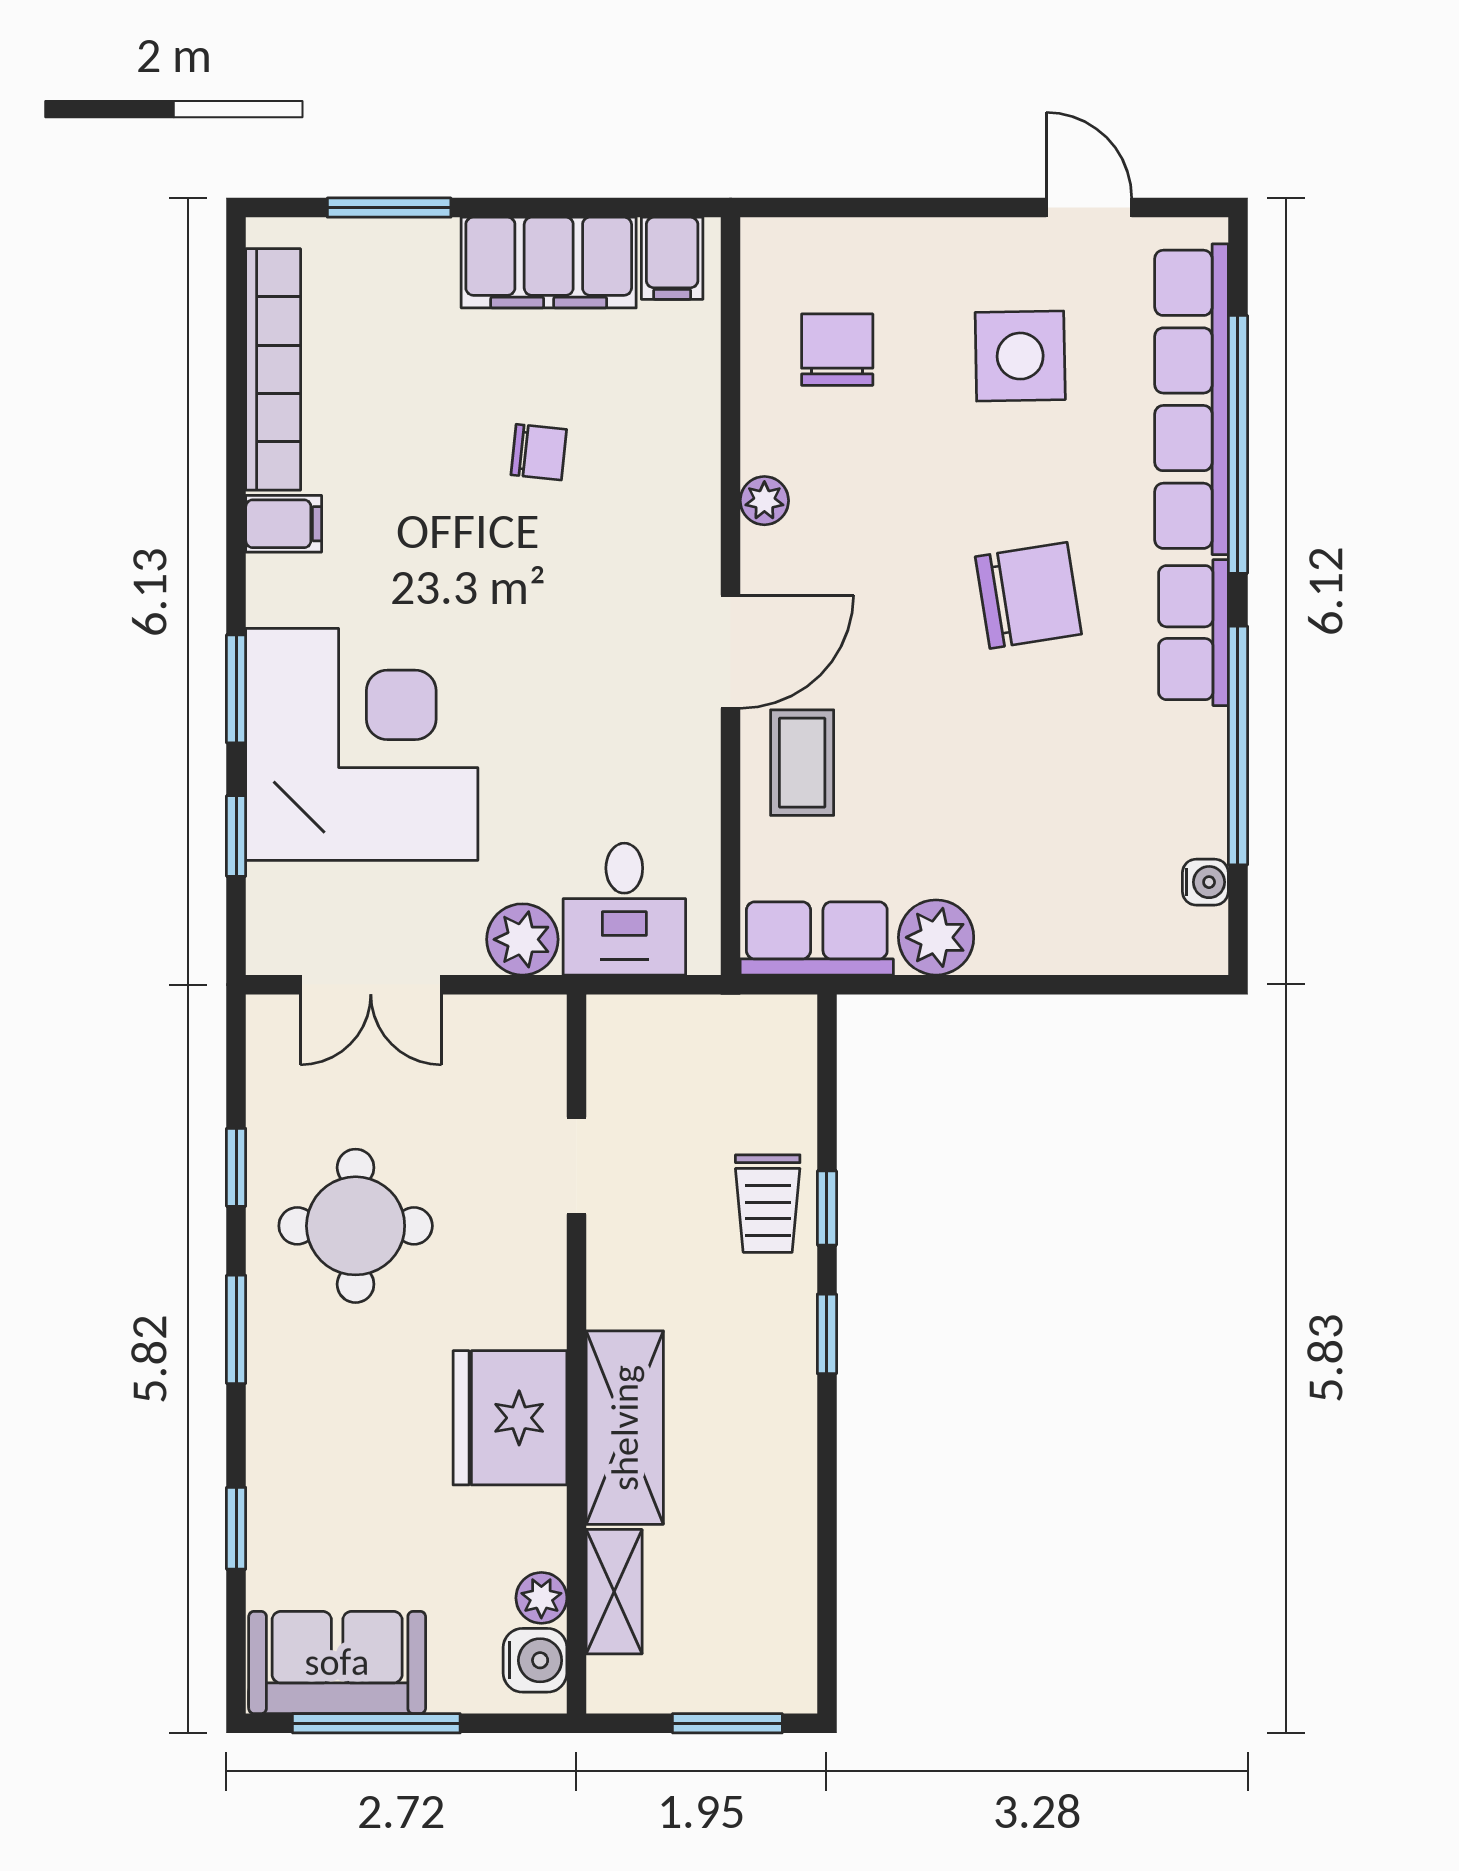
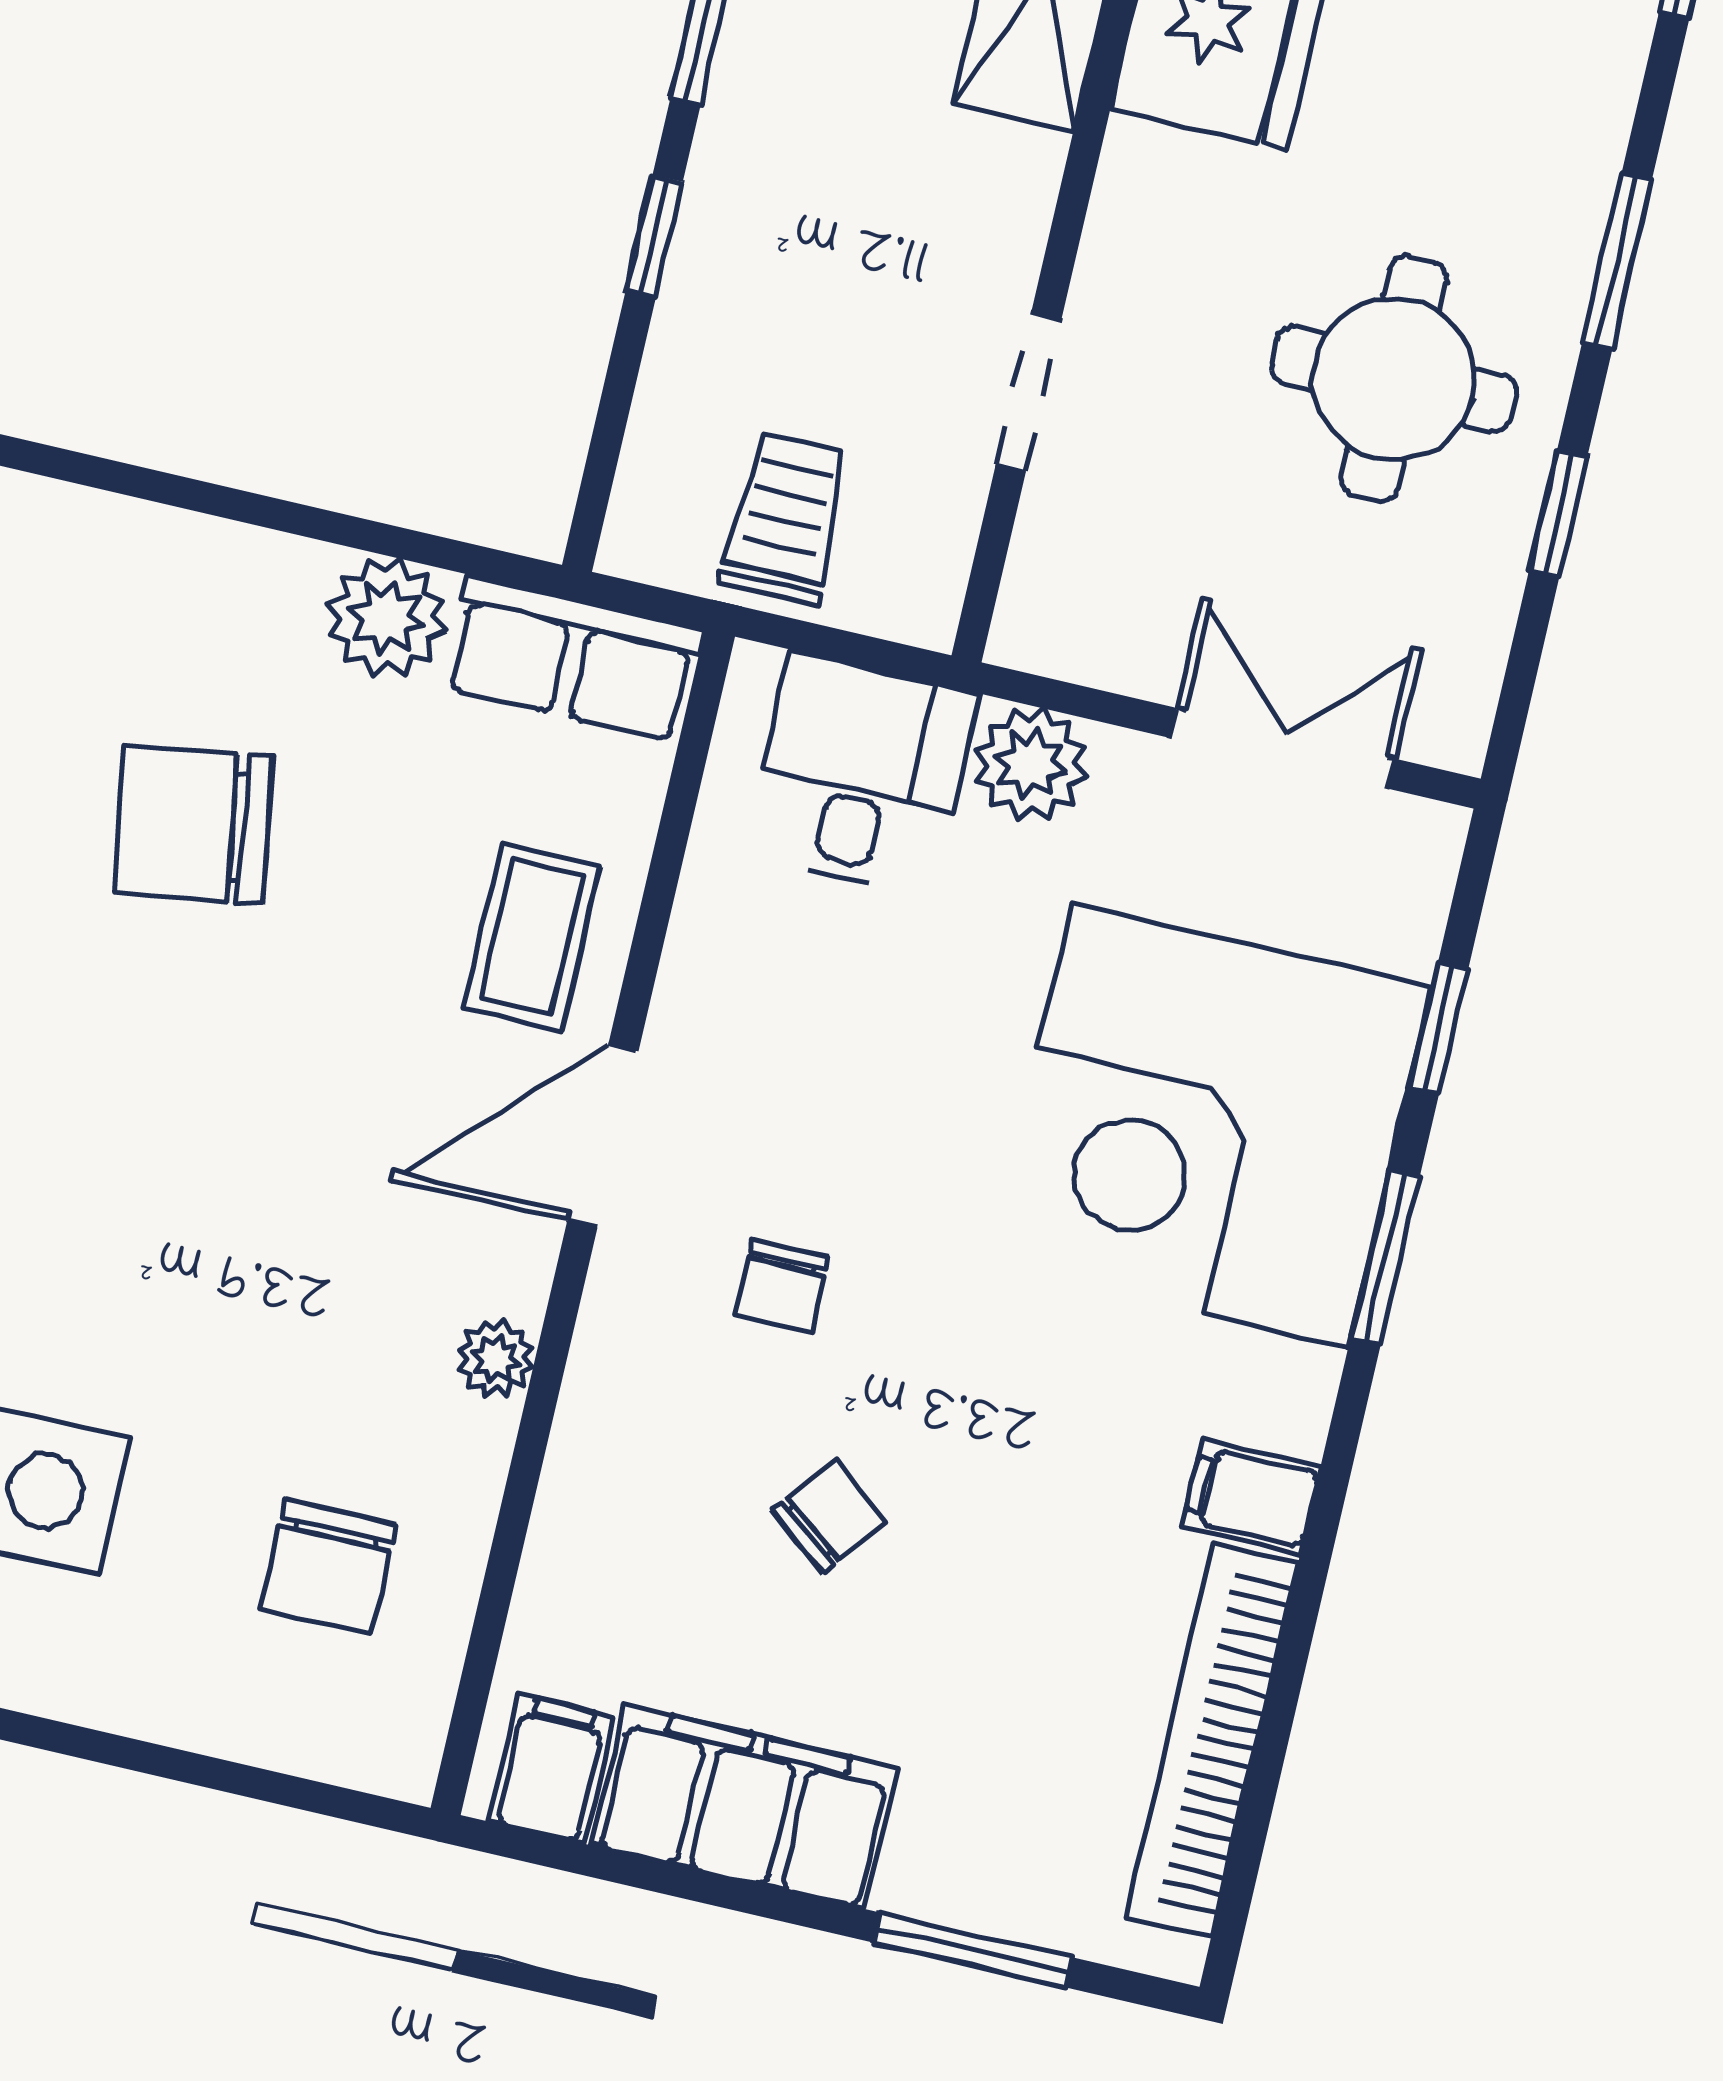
chair: (539, 452) -> (829, 1516), turned 122
chair: (600, 585) -> (781, 1286), added
chair: (1028, 595) -> (193, 825), moved
trolley: (768, 1204) -> (785, 518), moved

